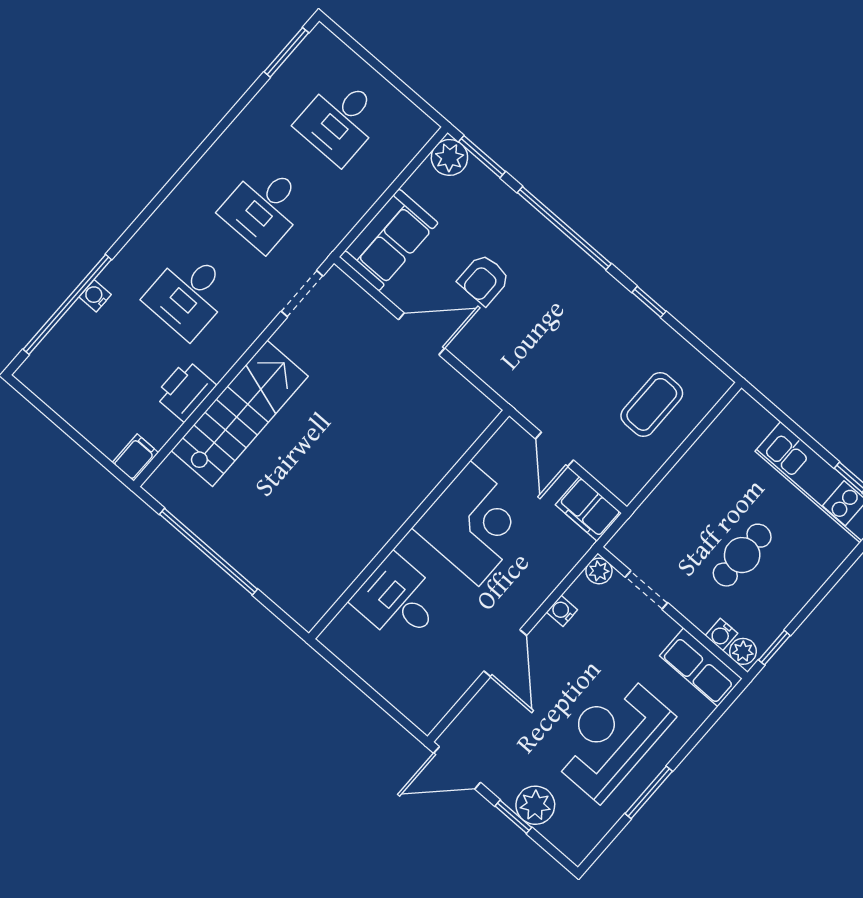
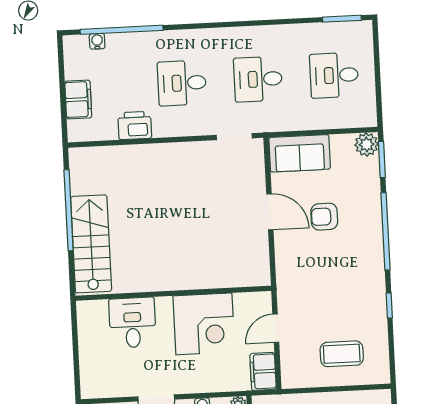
water cooler: (95, 296) -> (97, 41), moved
stairs: (240, 413) -> (91, 244), moved, turned -90
filing cabinet: (135, 458) -> (78, 99), moved, width x2.00

